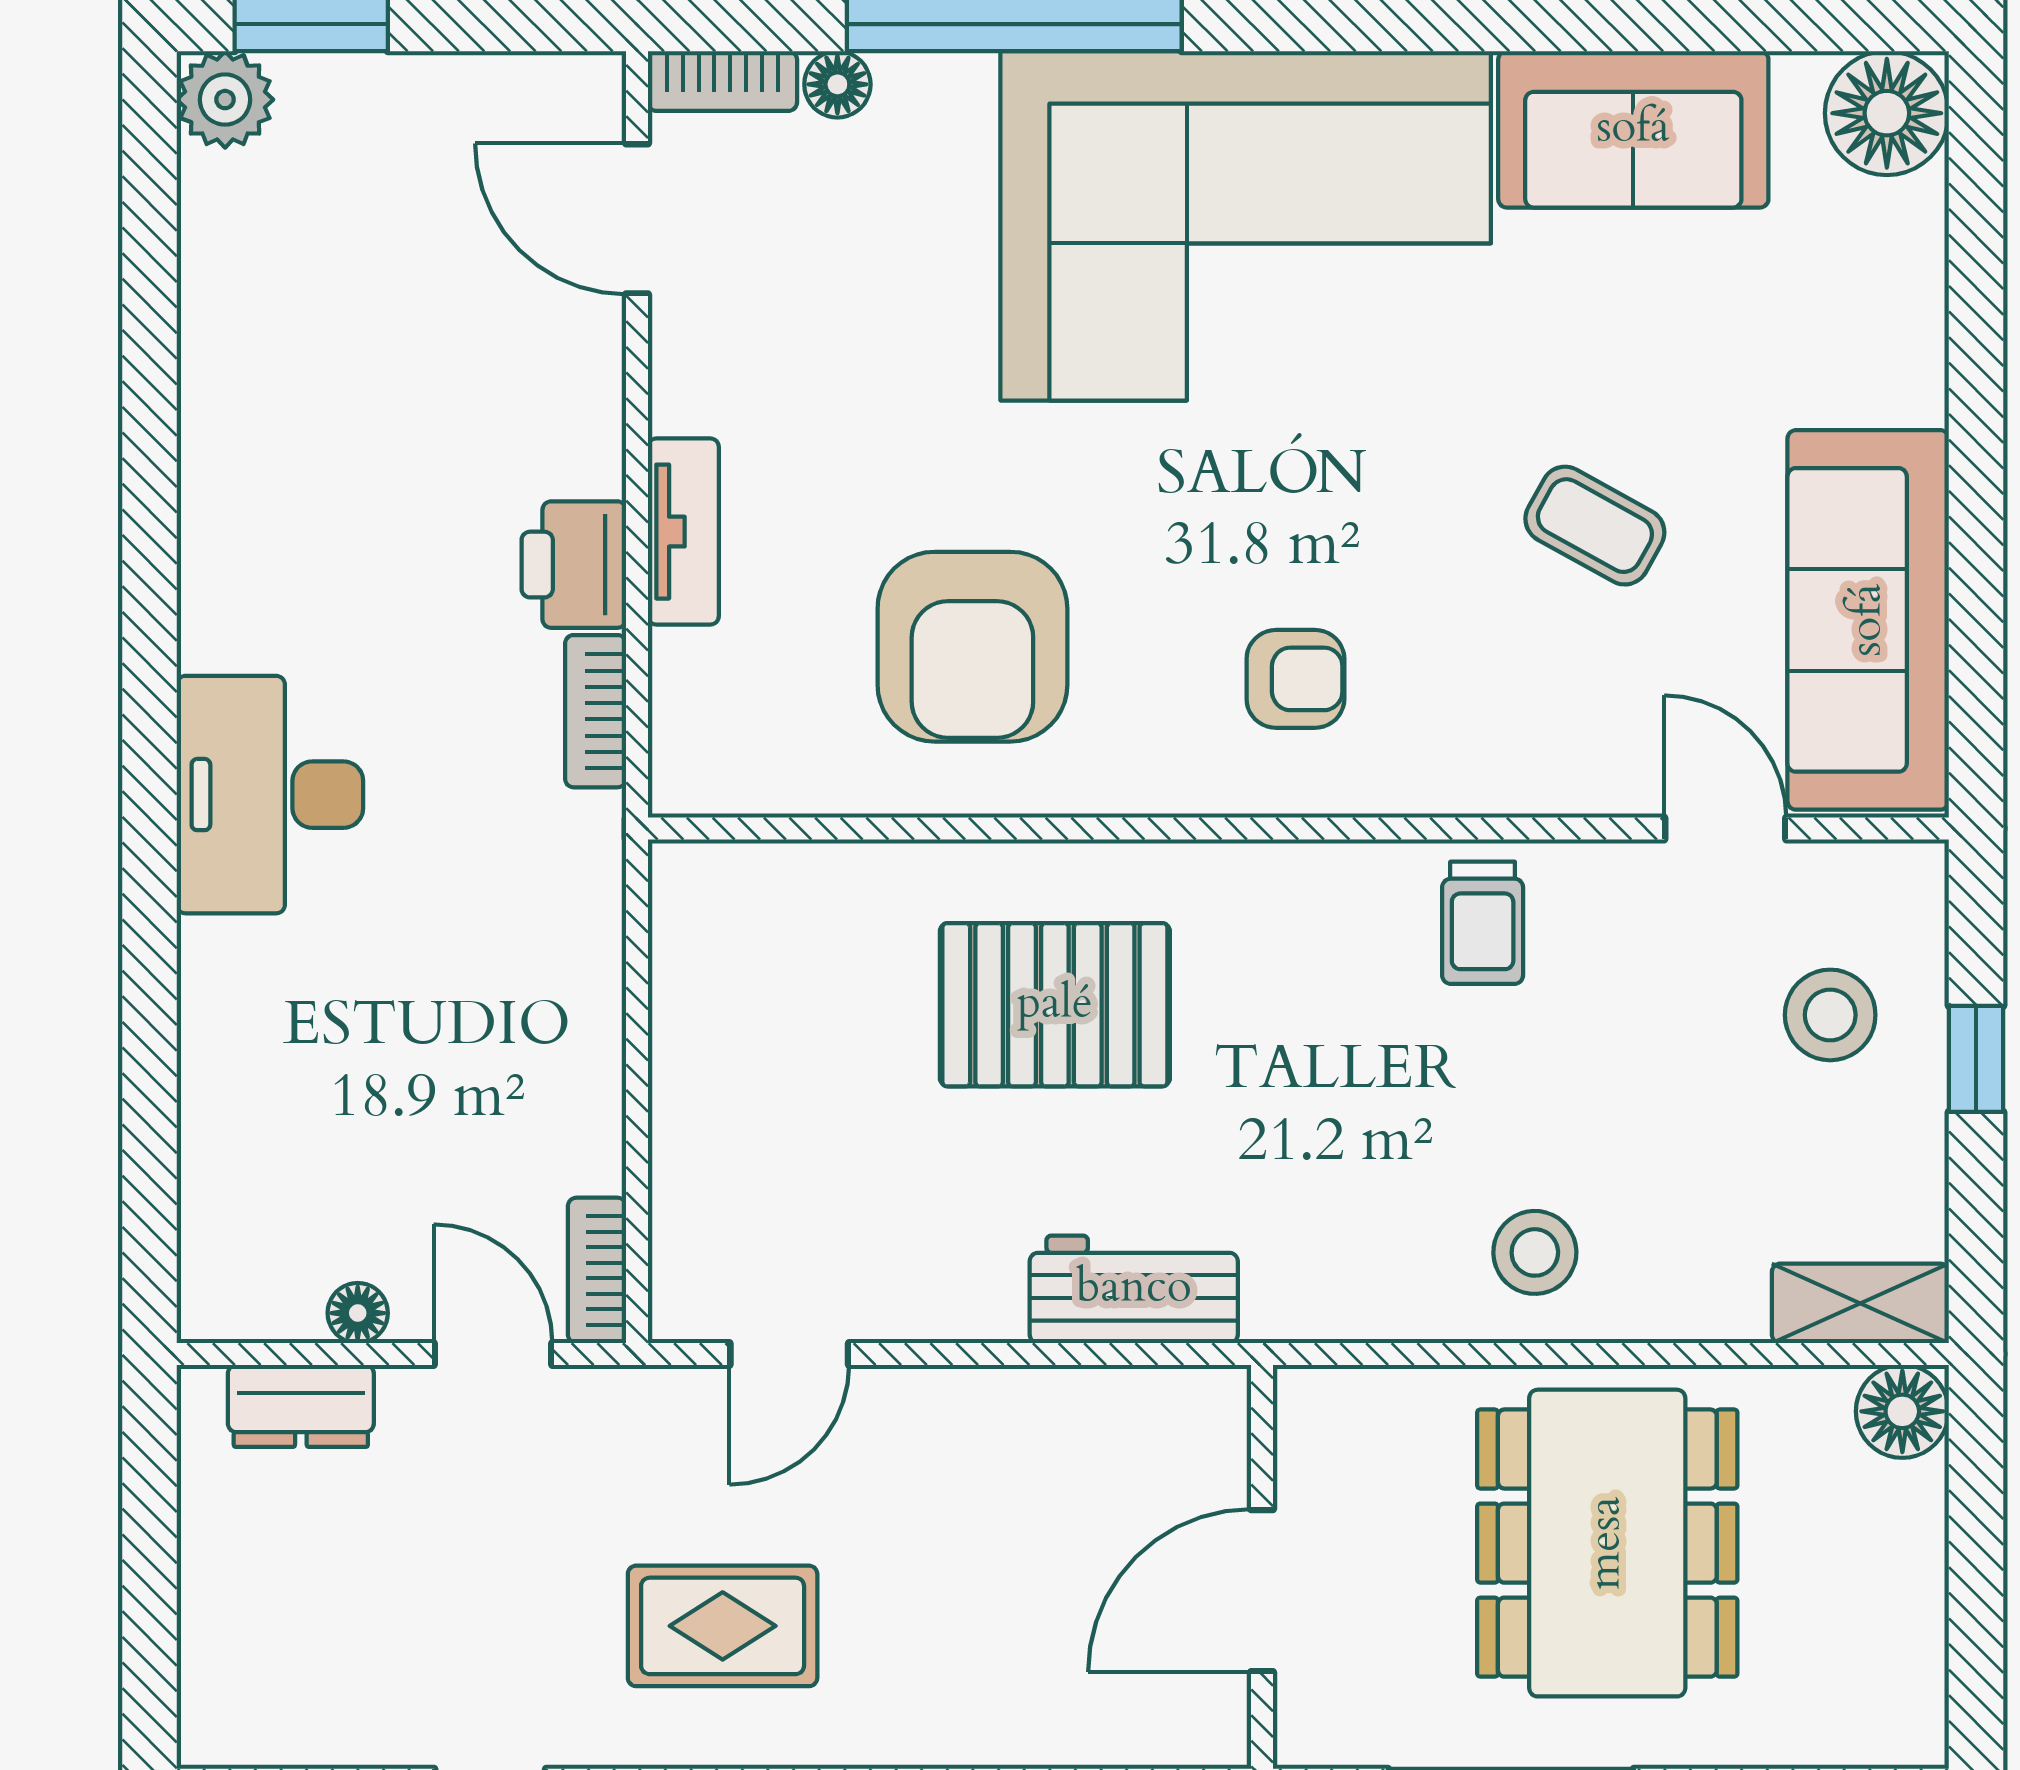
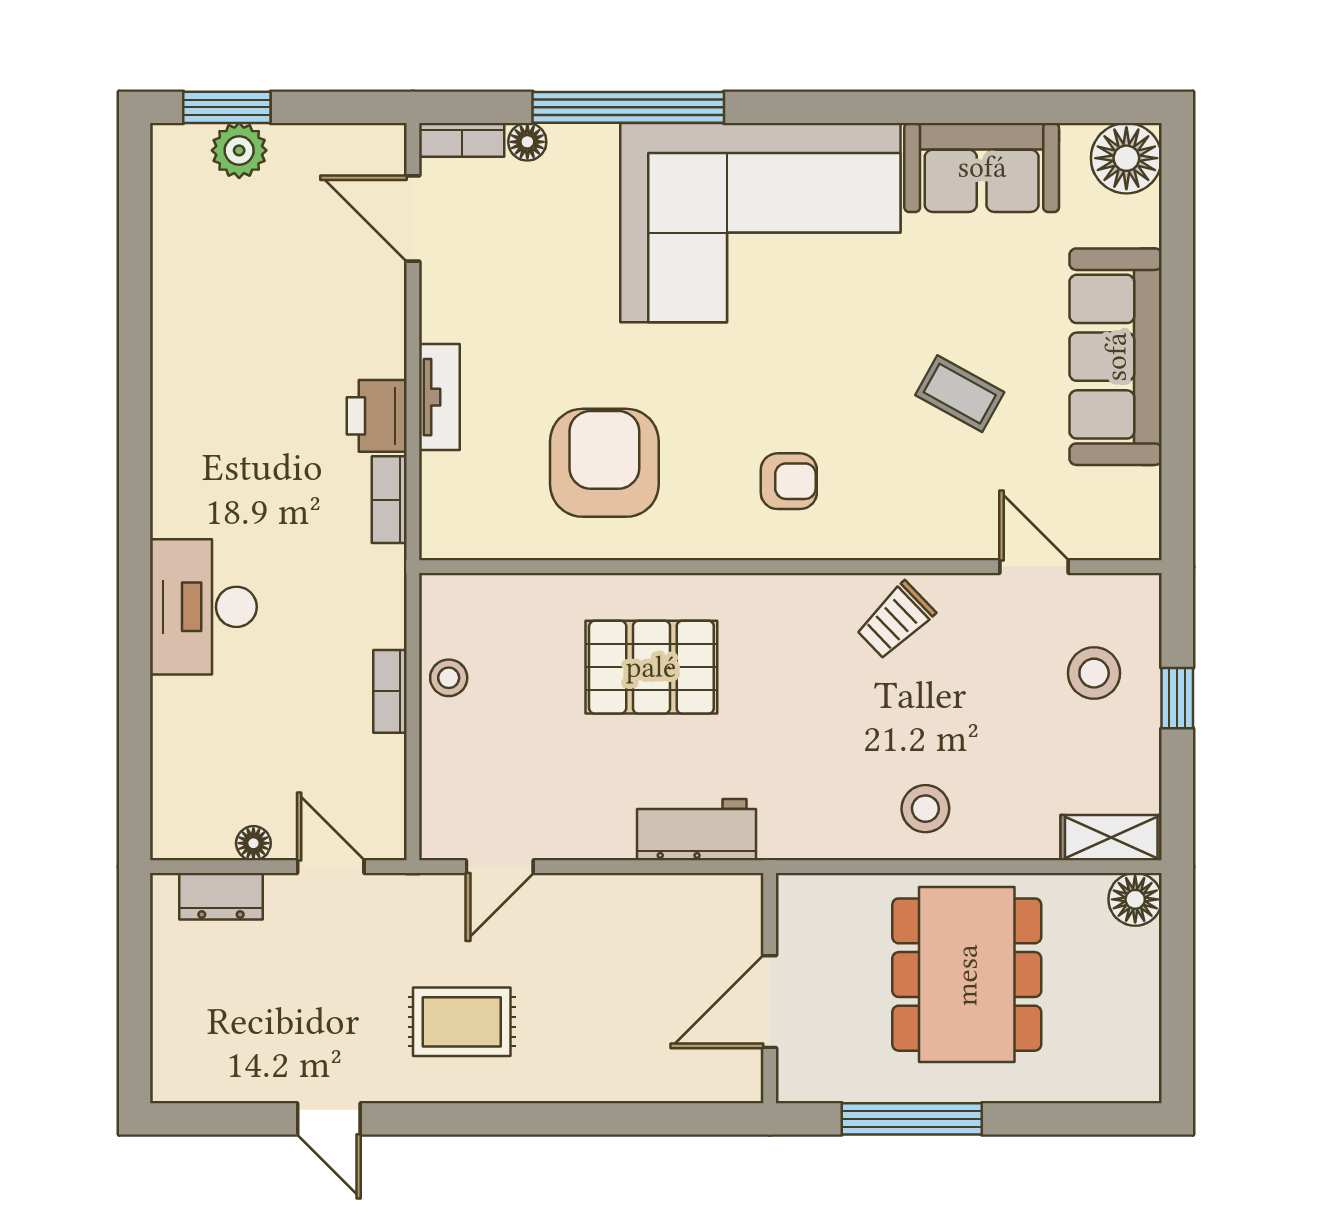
plant: (225, 100) -> (239, 150), moved
sofa: (1868, 620) -> (1116, 357), moved
armchair: (972, 647) -> (604, 463), turned 180
desk: (270, 795) -> (203, 607), moved
trolley: (1483, 923) -> (896, 620), turned 46
stool: (700, 1023) -> (449, 678), added
bookcase: (597, 1270) -> (390, 691), moved

